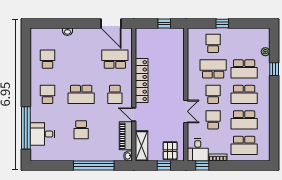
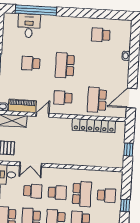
school desk: (47, 59) -> (101, 35), turned 180
school desk: (115, 59) -> (97, 100), turned 180
locker: (142, 81) -> (94, 126), moved
school desk: (47, 94) -> (67, 33), removed
double door: (186, 111) -> (31, 164), moved

